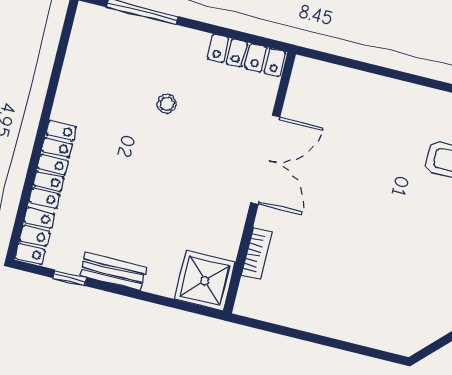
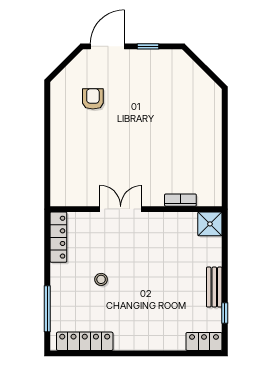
double door: (265, 160) -> (121, 209), width x0.73
locker: (53, 164) -> (85, 341), moved
shower: (205, 281) -> (210, 224), width x0.73, depth x0.73

